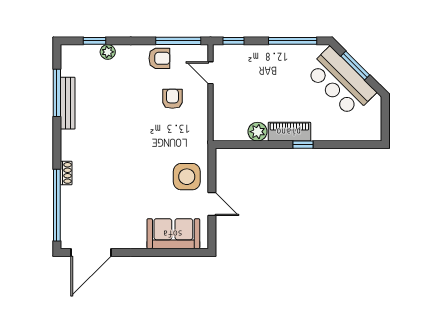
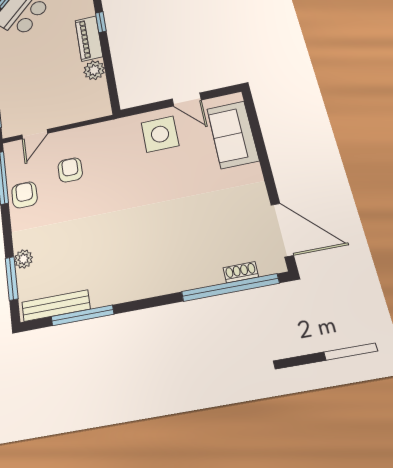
window: (94, 41) -> (12, 278), width x1.50
armchair: (172, 99) -> (70, 170), turned 90
bench: (68, 103) -> (56, 306), moved
shoe rack: (66, 173) -> (241, 272), moved
door: (212, 204) -> (187, 100), swing flipped

